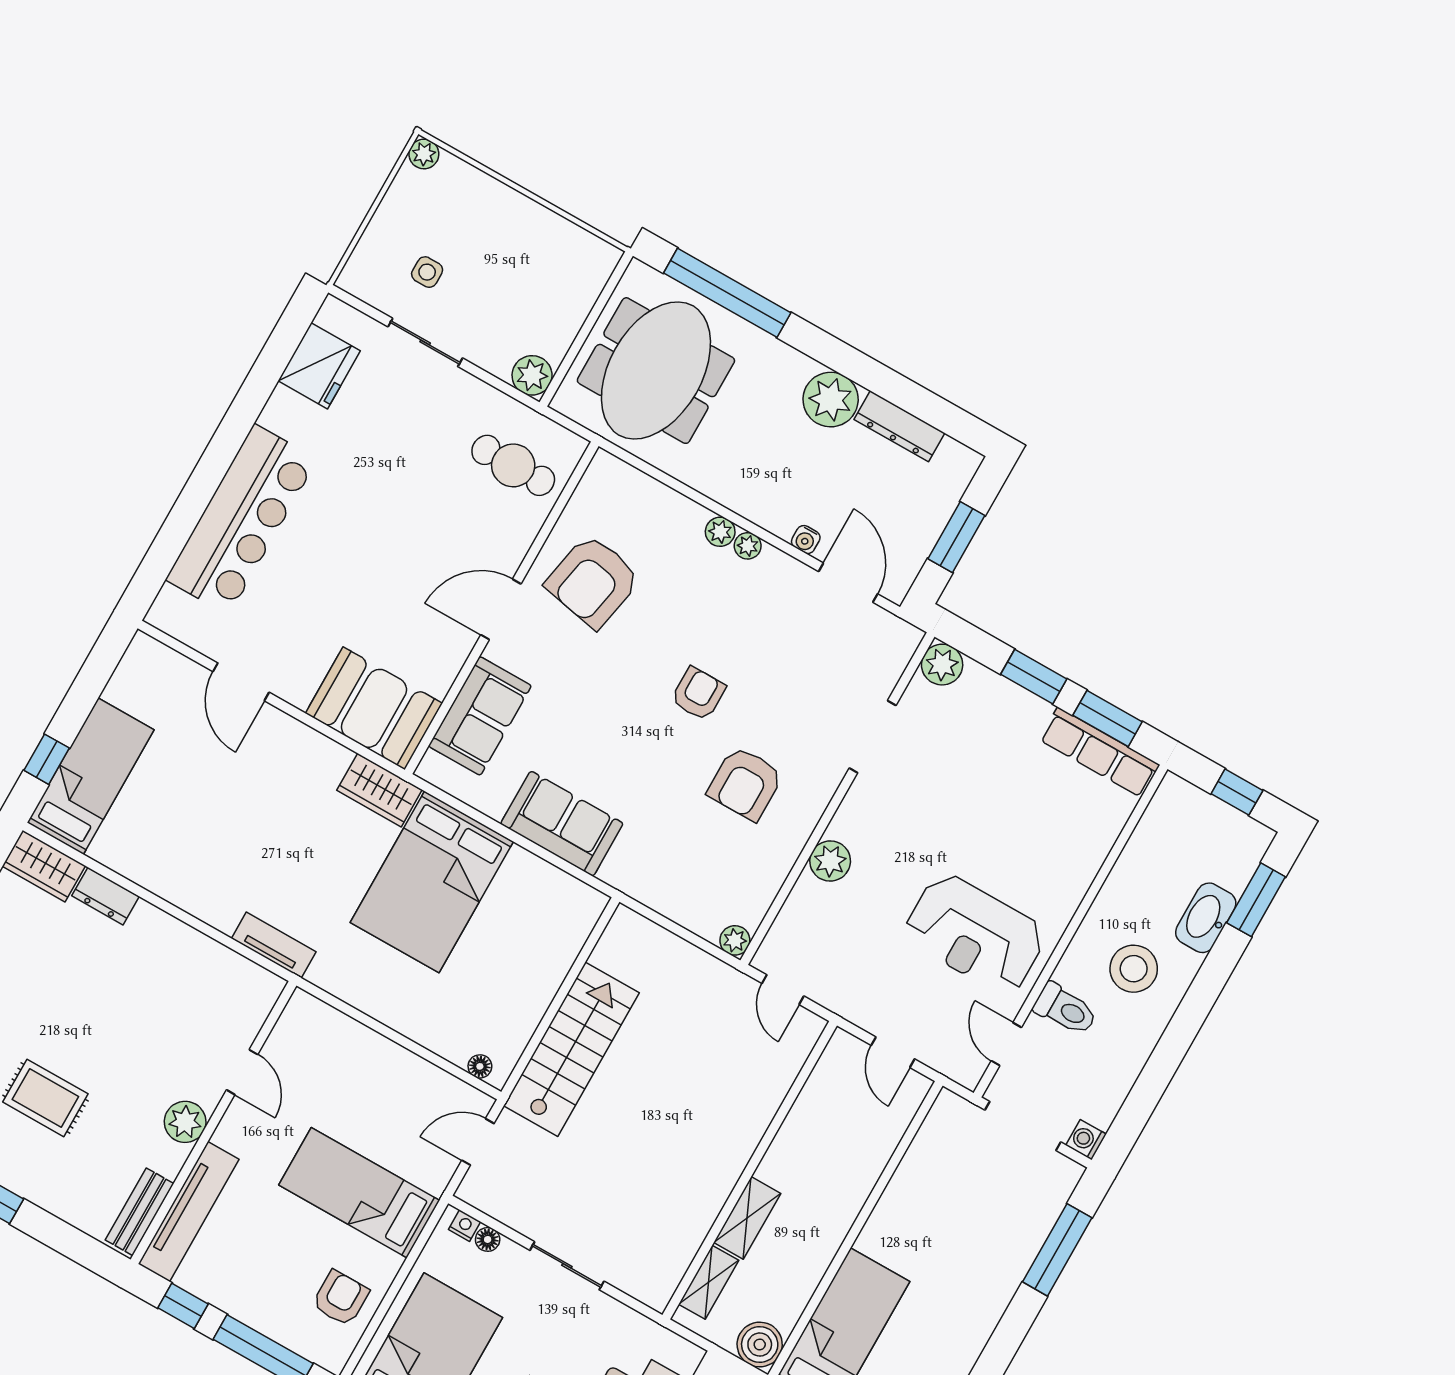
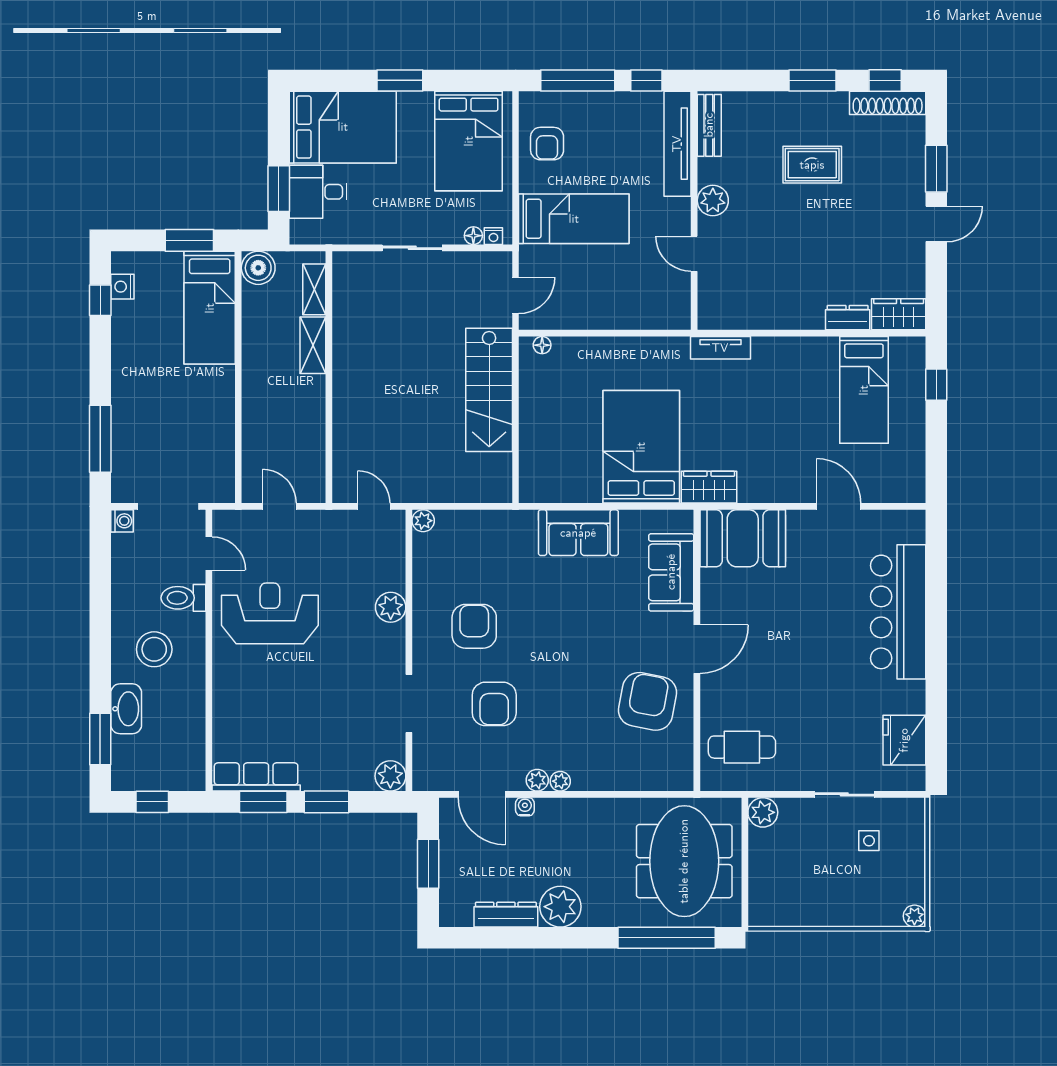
plant: (720, 532) -> (537, 780), moved
armchair: (698, 694) -> (494, 704), moved, width x1.38, depth x1.38
bed: (91, 776) -> (864, 390), moved

